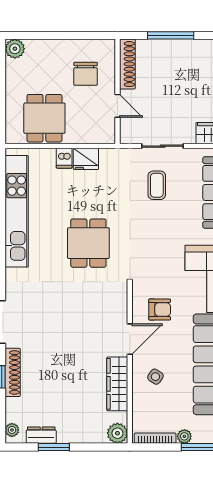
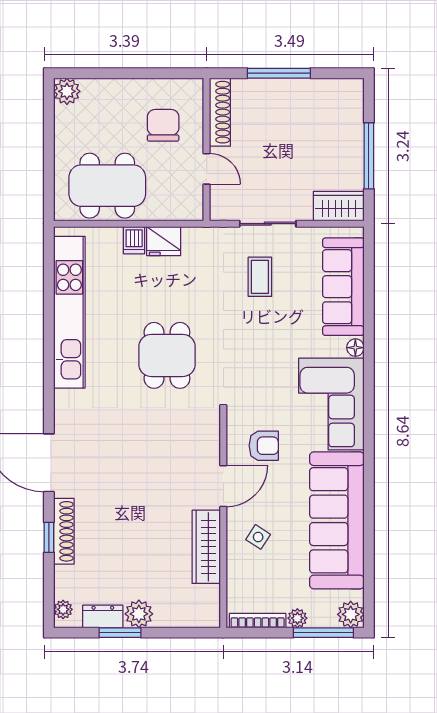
chair: (86, 74) -> (163, 125), turned 180
dining table: (44, 118) -> (107, 186), width x1.38
plant: (117, 433) -> (139, 614), moved

